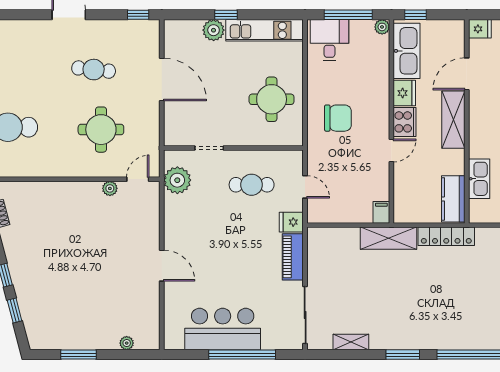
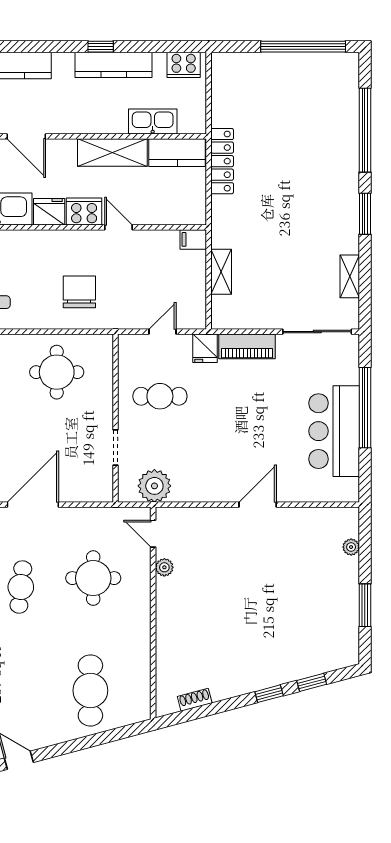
shelving: (453, 120) -> (112, 153), moved
cafe table: (252, 185) -> (160, 396), turned 90
shelving: (389, 238) -> (221, 272), moved, width x0.67, depth x0.75

